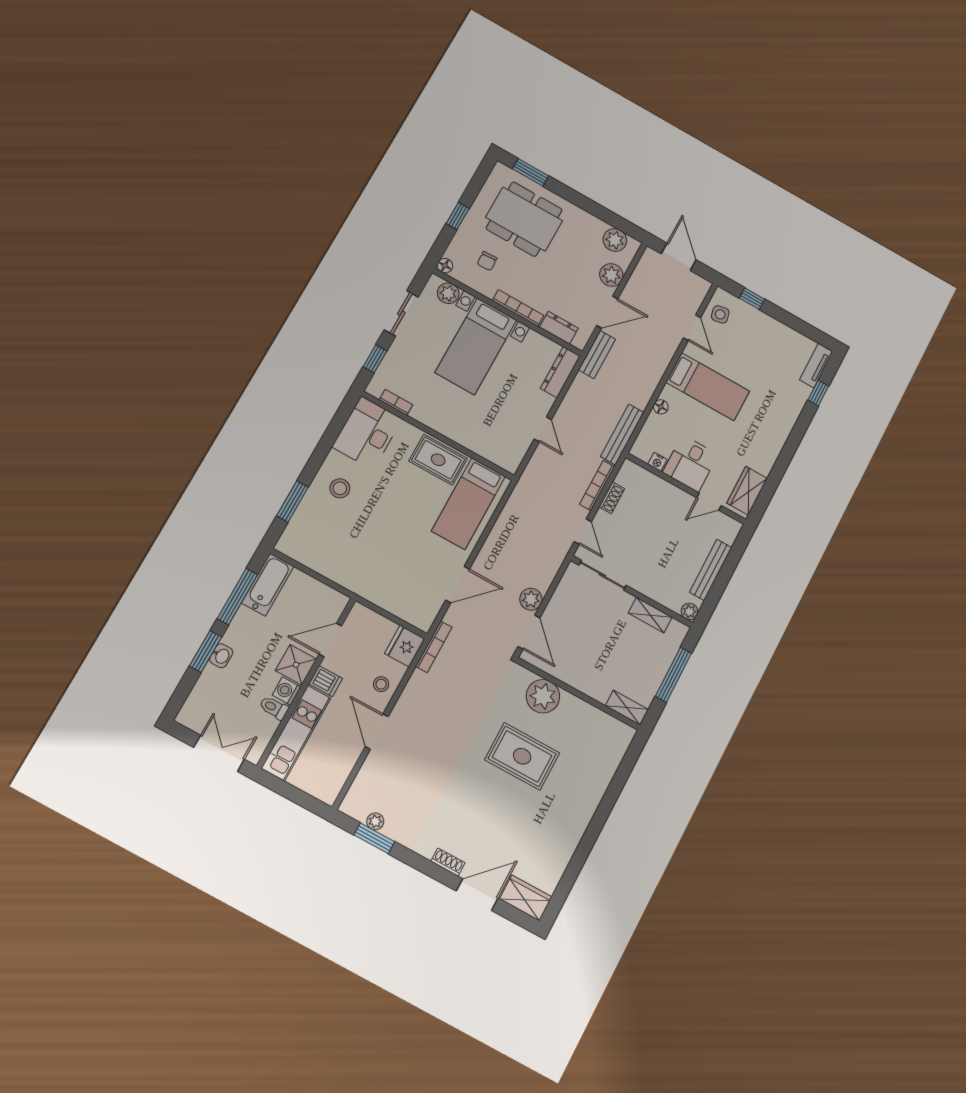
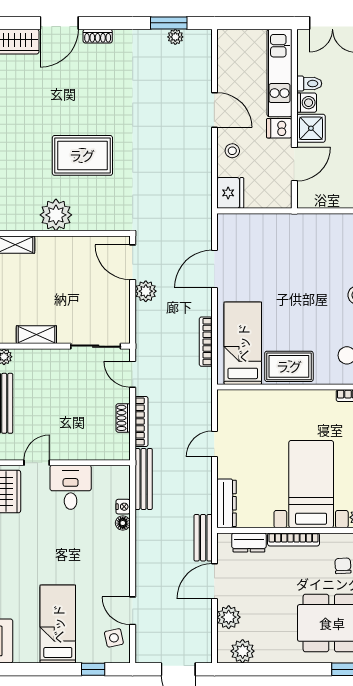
bed: (708, 387) -> (58, 624), moved, turned 90
door: (543, 429) -> (214, 444), hinge flipped
nightstand: (657, 462) -> (123, 507), moved, turned 90
bookcase: (434, 647) -> (206, 342), moved
plant: (543, 696) -> (56, 215), moved

